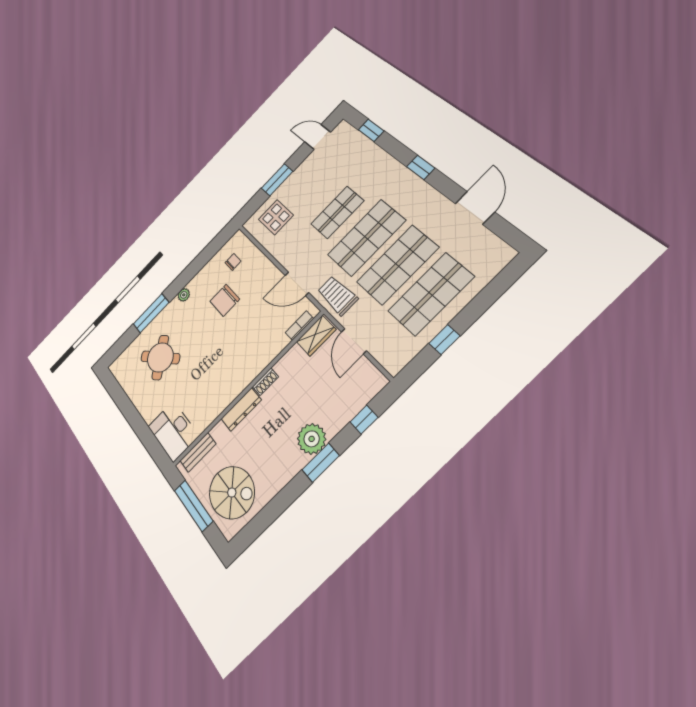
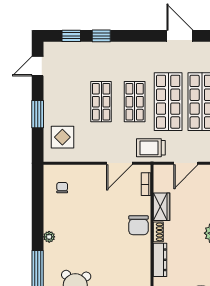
window: (421, 167) -> (101, 36), moved
shop shelf: (366, 238) -> (135, 102), width x0.70, depth x0.74
chair: (225, 300) -> (138, 225), moved
wardrobe: (316, 336) -> (162, 207), moved
door: (354, 341) -> (186, 163), hinge flipped

